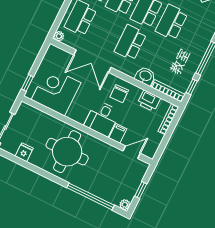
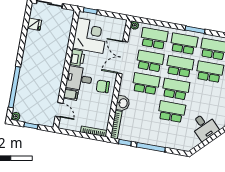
school desk: (105, 30) -> (150, 61), added
printer: (149, 101) -> (77, 58), moved, turned 180
round table: (67, 152) -> (45, 58), removed

